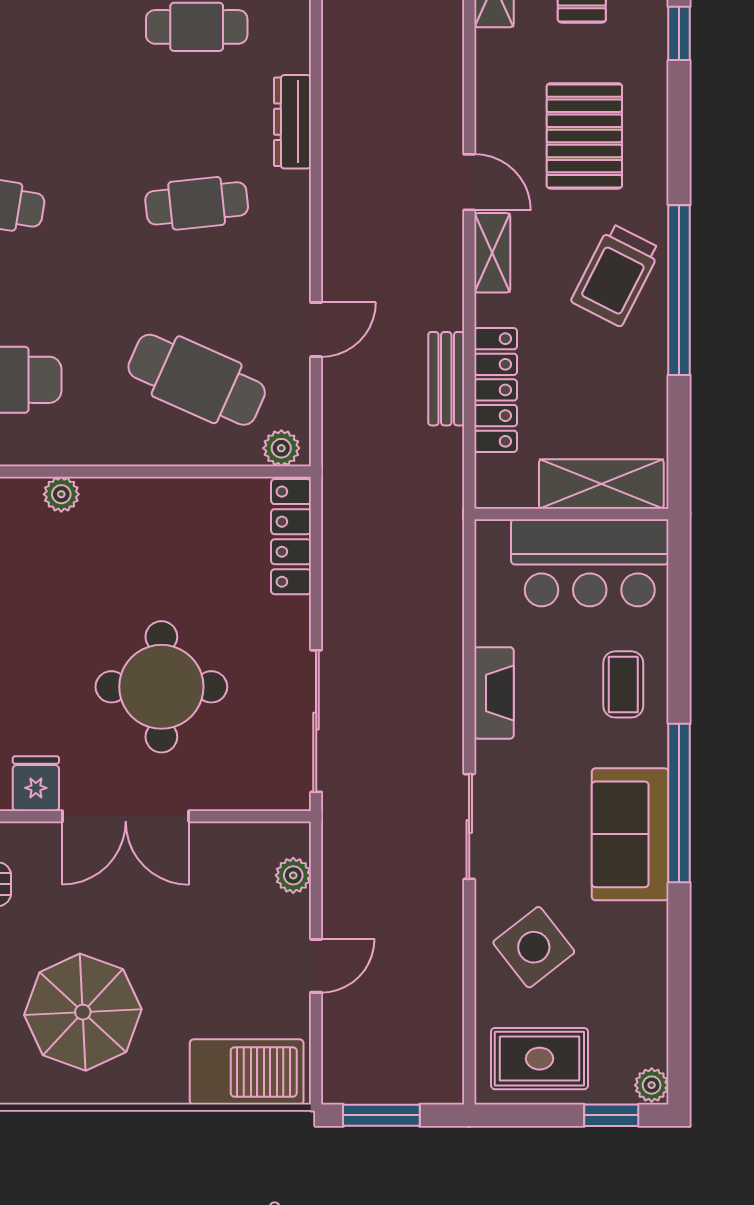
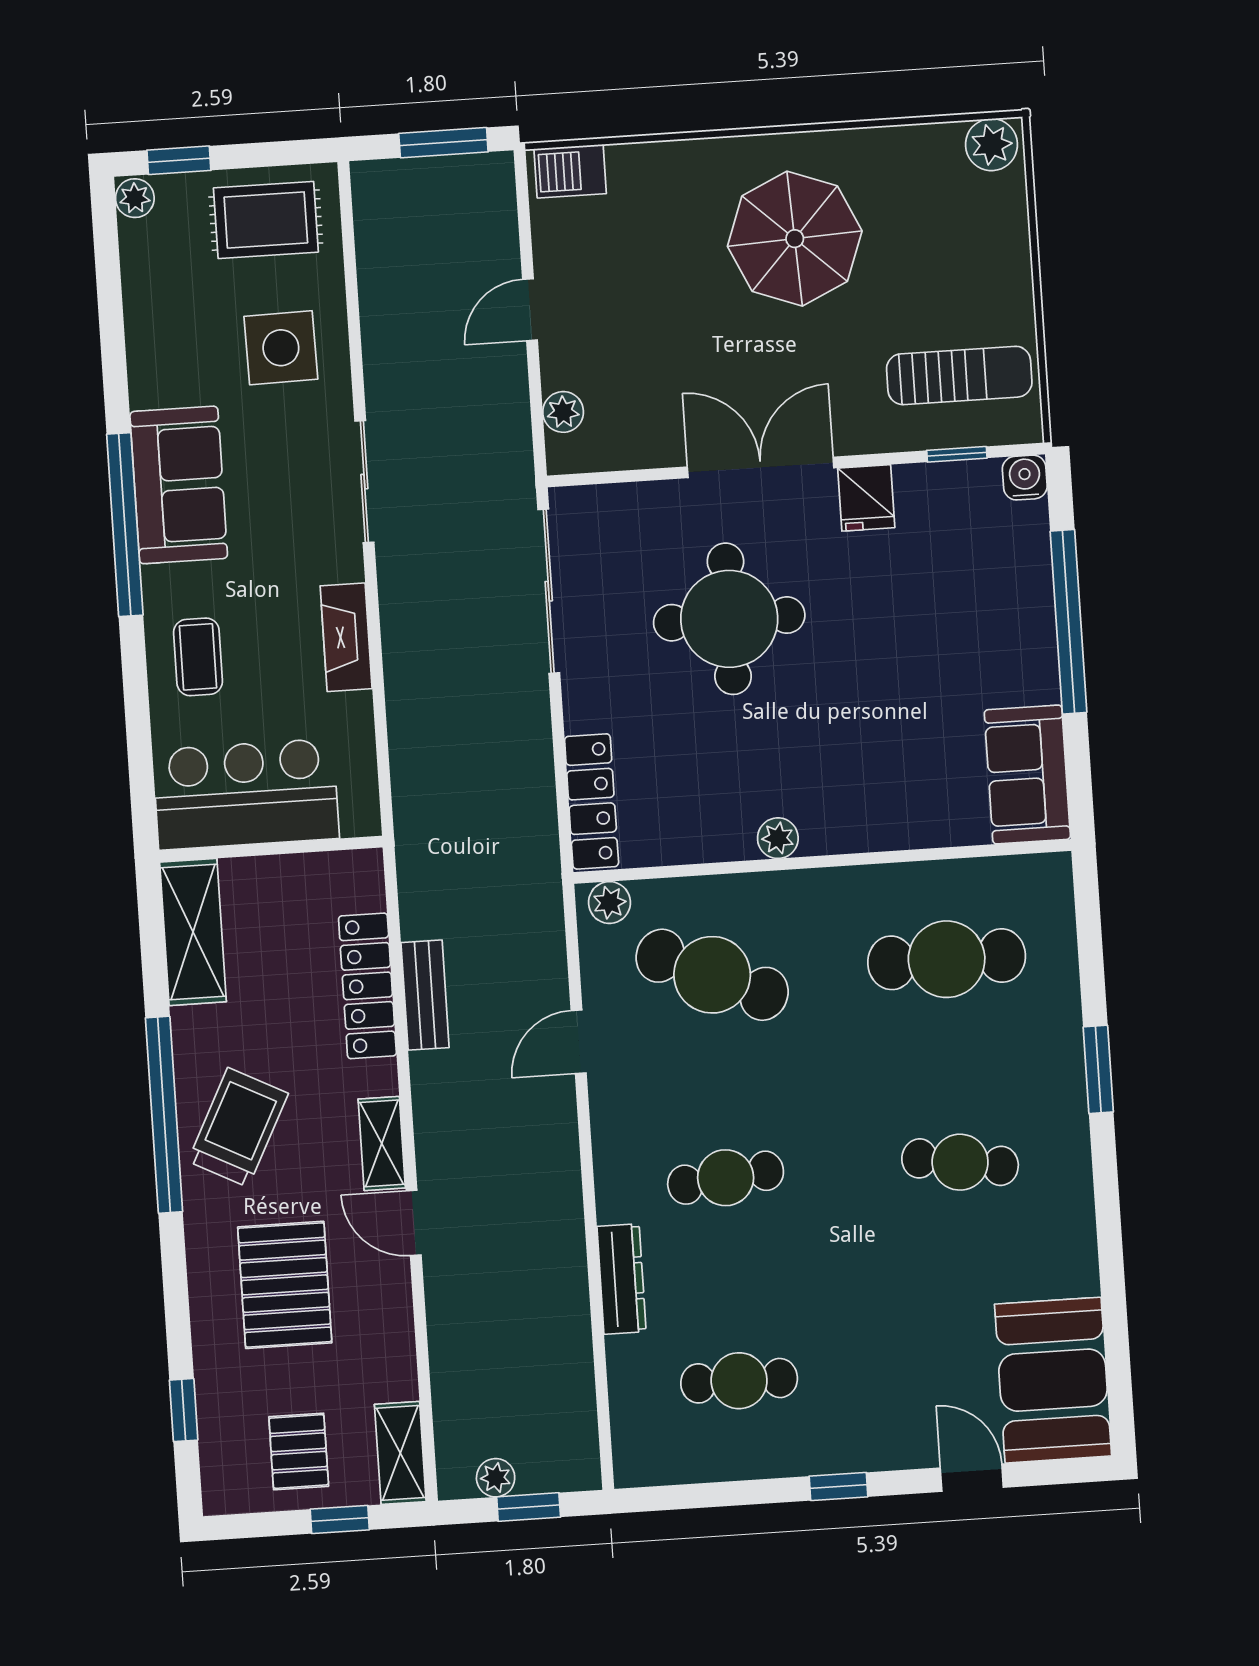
shelving: (601, 484) -> (193, 932), moved, turned 90
plant: (61, 494) -> (778, 838), moved
side table: (534, 947) -> (281, 348), turned 37
barbecue: (247, 1072) -> (570, 171), width x0.53, depth x0.65

